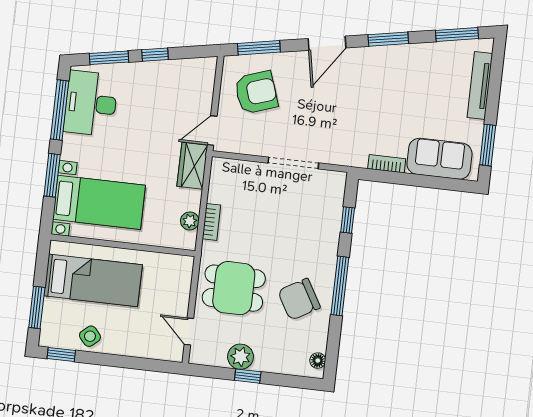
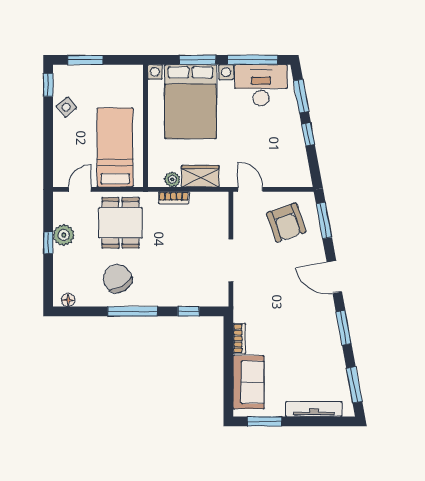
wardrobe: (192, 166) -> (200, 176), moved
bed with nightstands: (99, 202) -> (190, 102), width x1.36
bed: (93, 280) -> (115, 147), moved, turned 180

